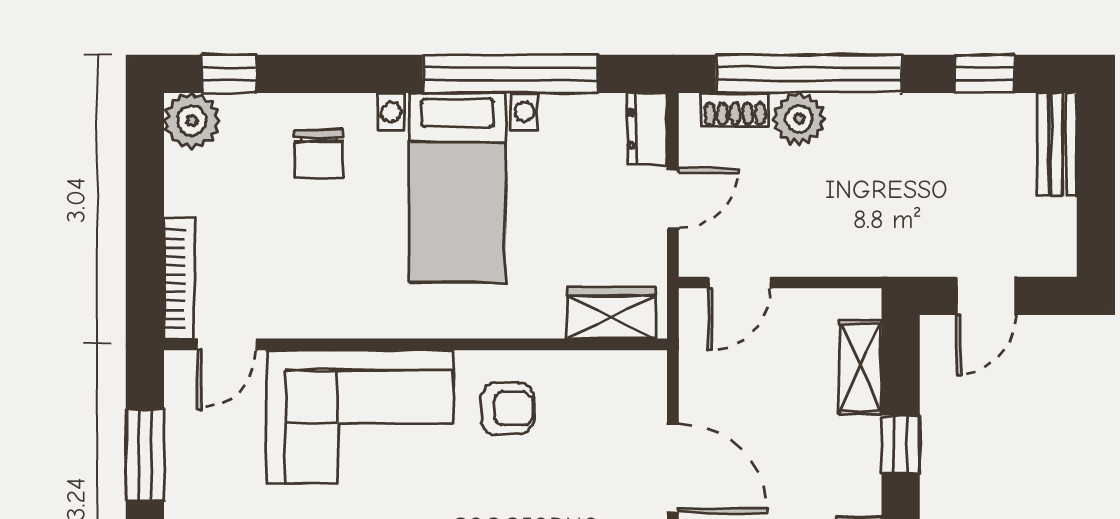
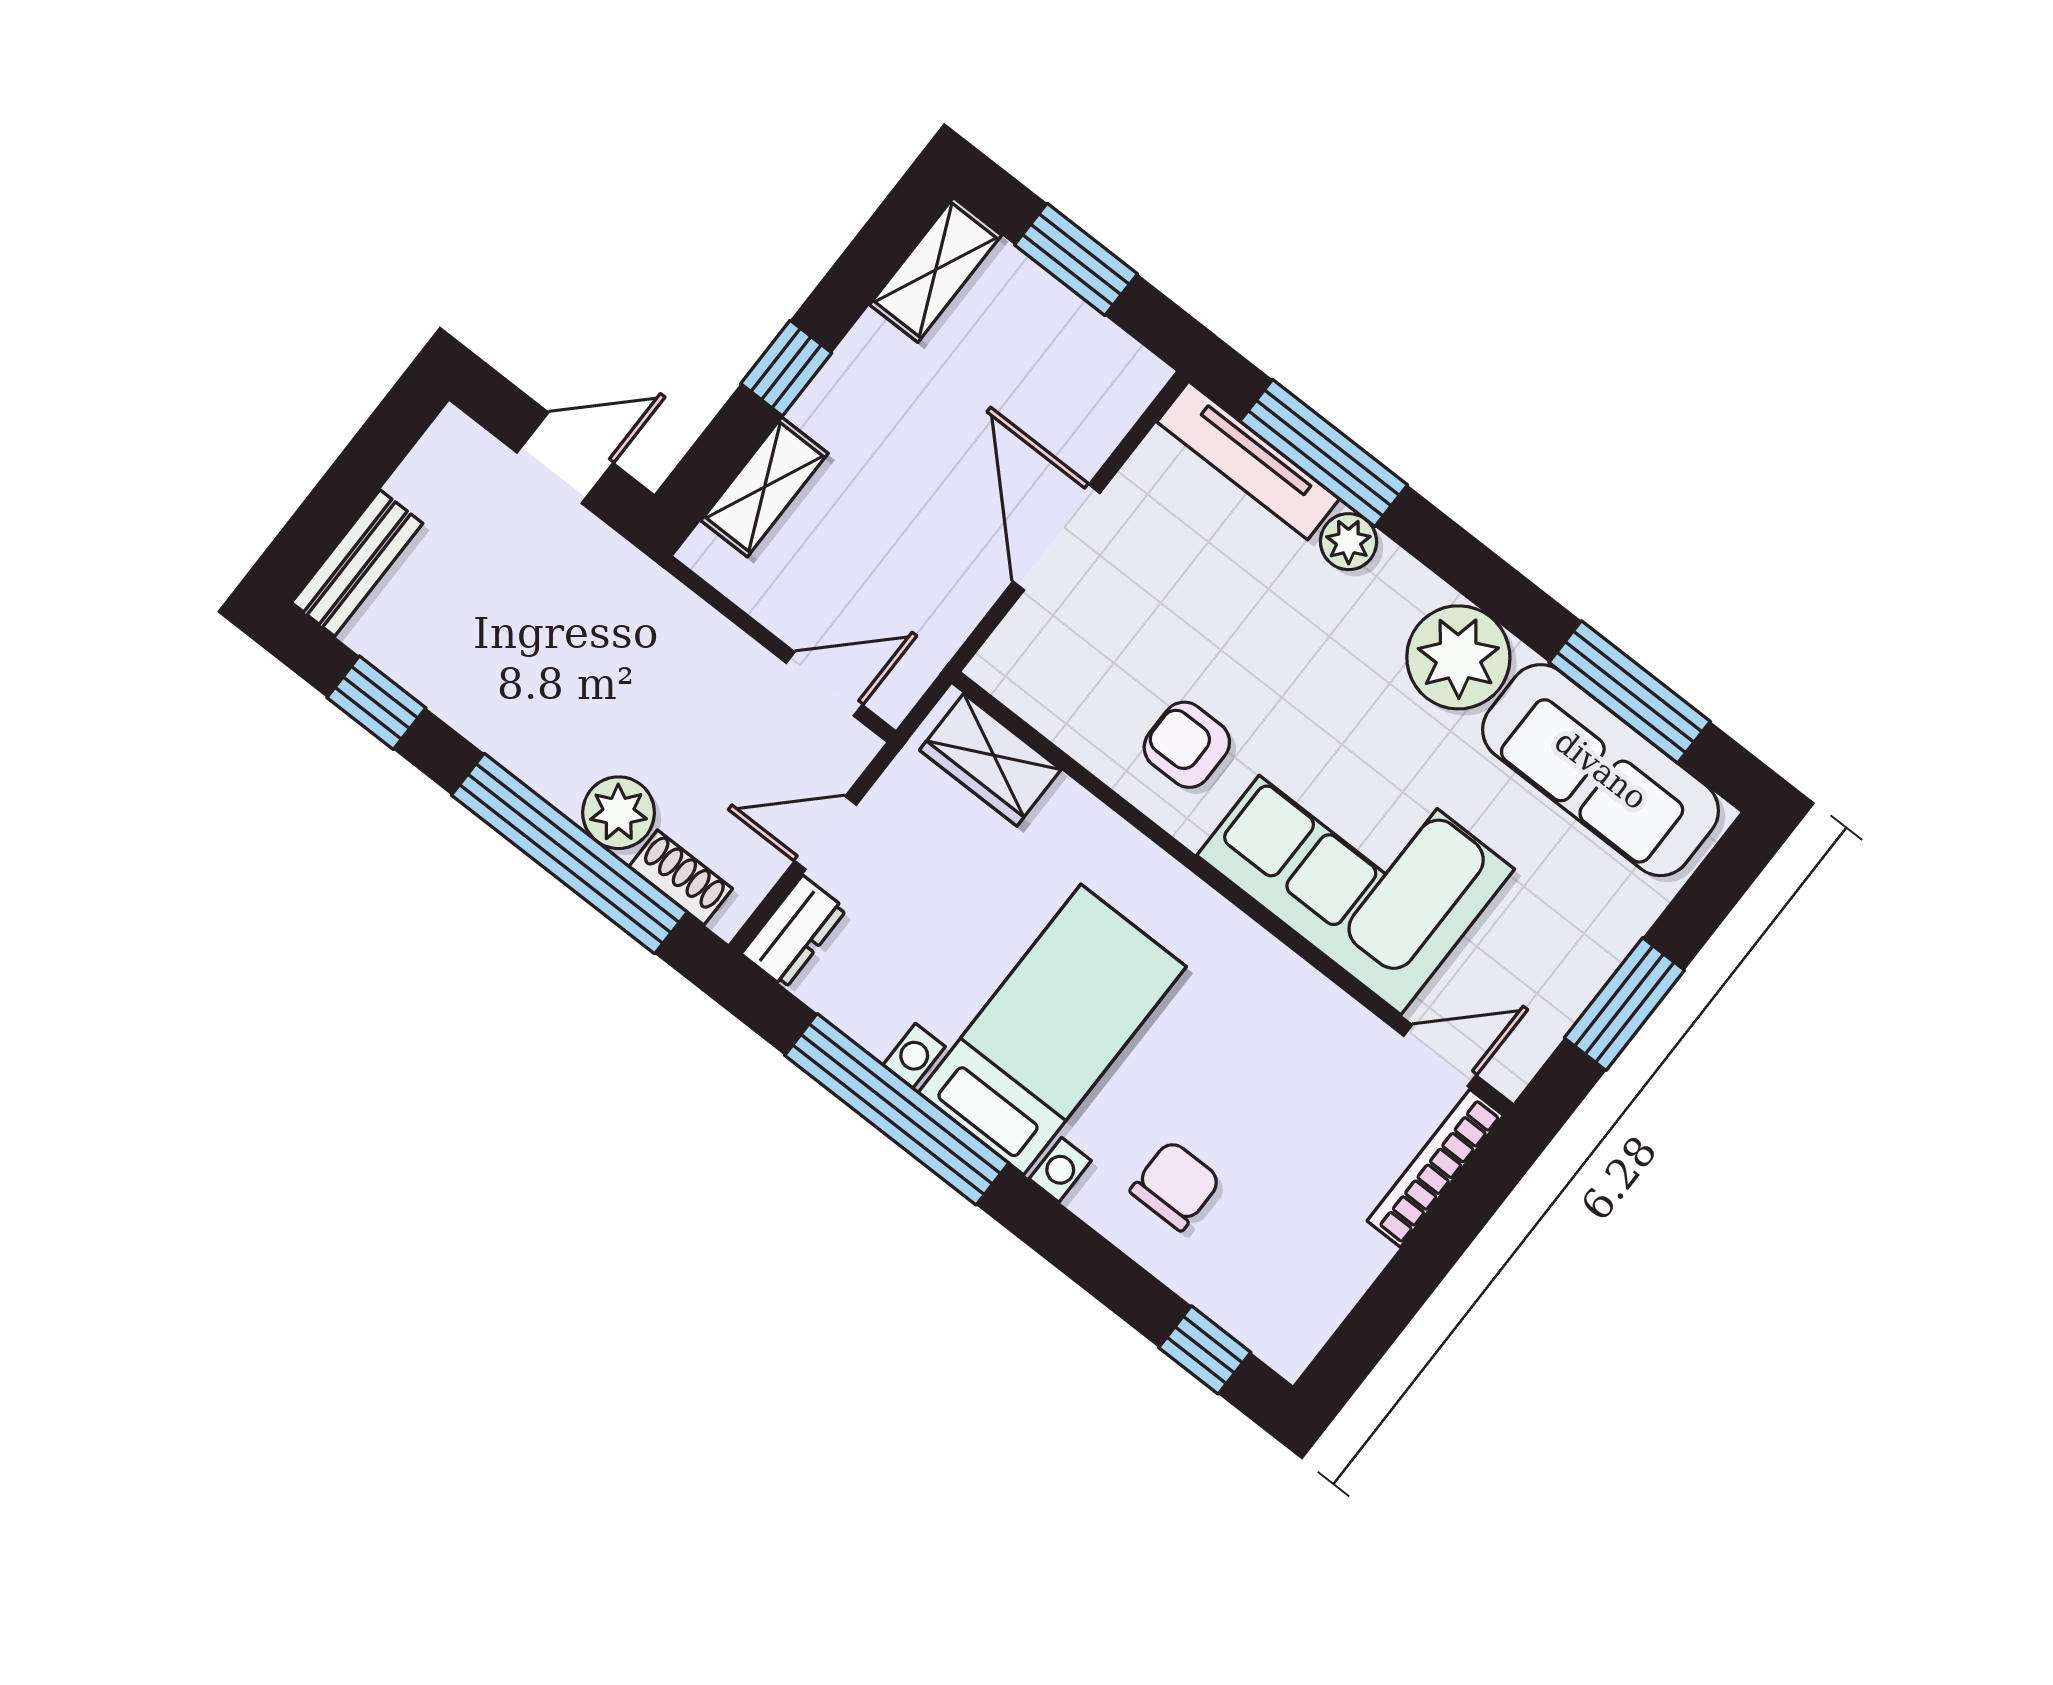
plant: (192, 121) -> (1286, 1331), removed

